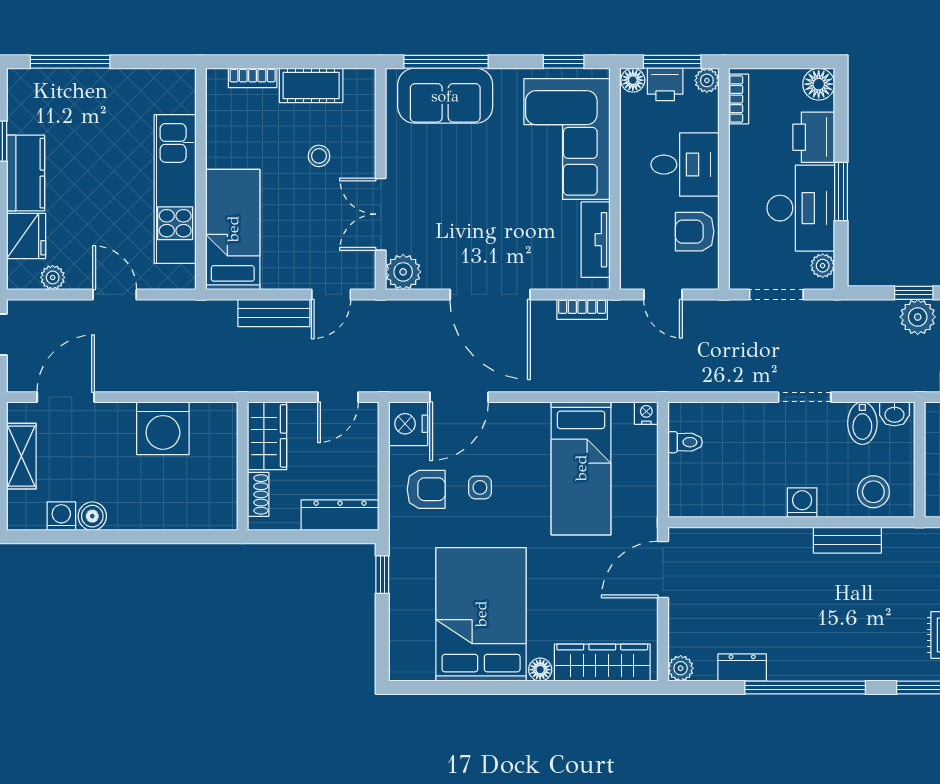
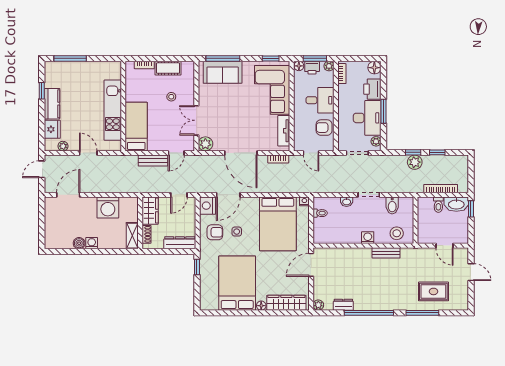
washbasin: (894, 414) -> (347, 202), moved
shelving: (21, 456) -> (132, 236), moved
bed: (581, 468) -> (278, 224), width x1.50
washing machine: (61, 516) -> (92, 243), moved

